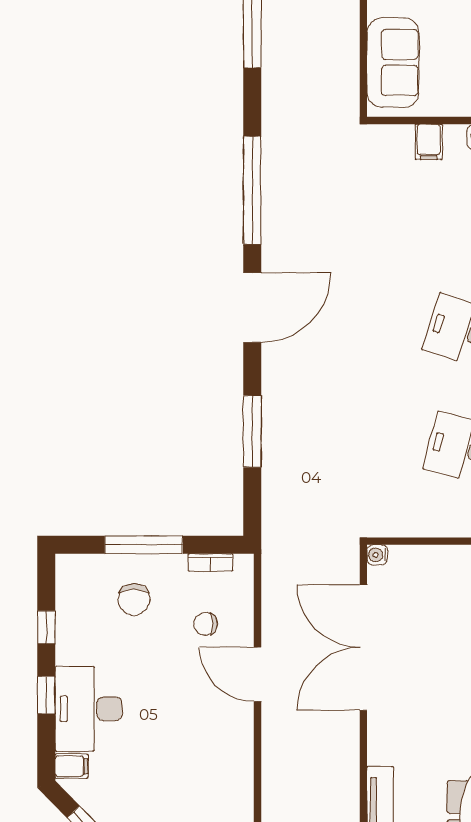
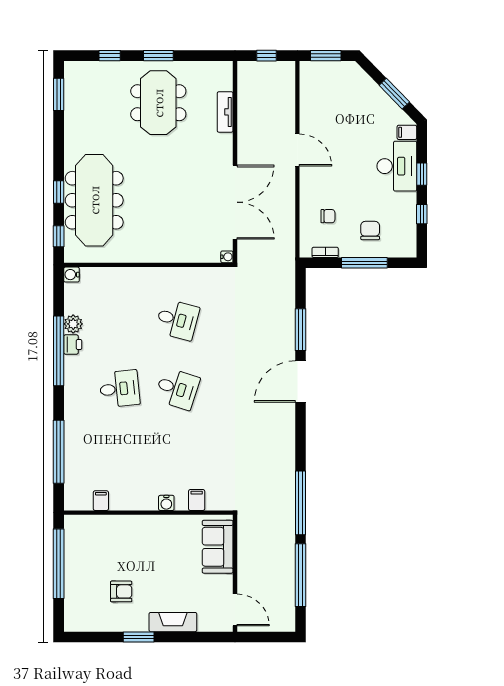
window: (252, 190) -> (301, 503), moved
door: (252, 308) -> (301, 381), moved
door: (258, 674) -> (297, 150), moved

